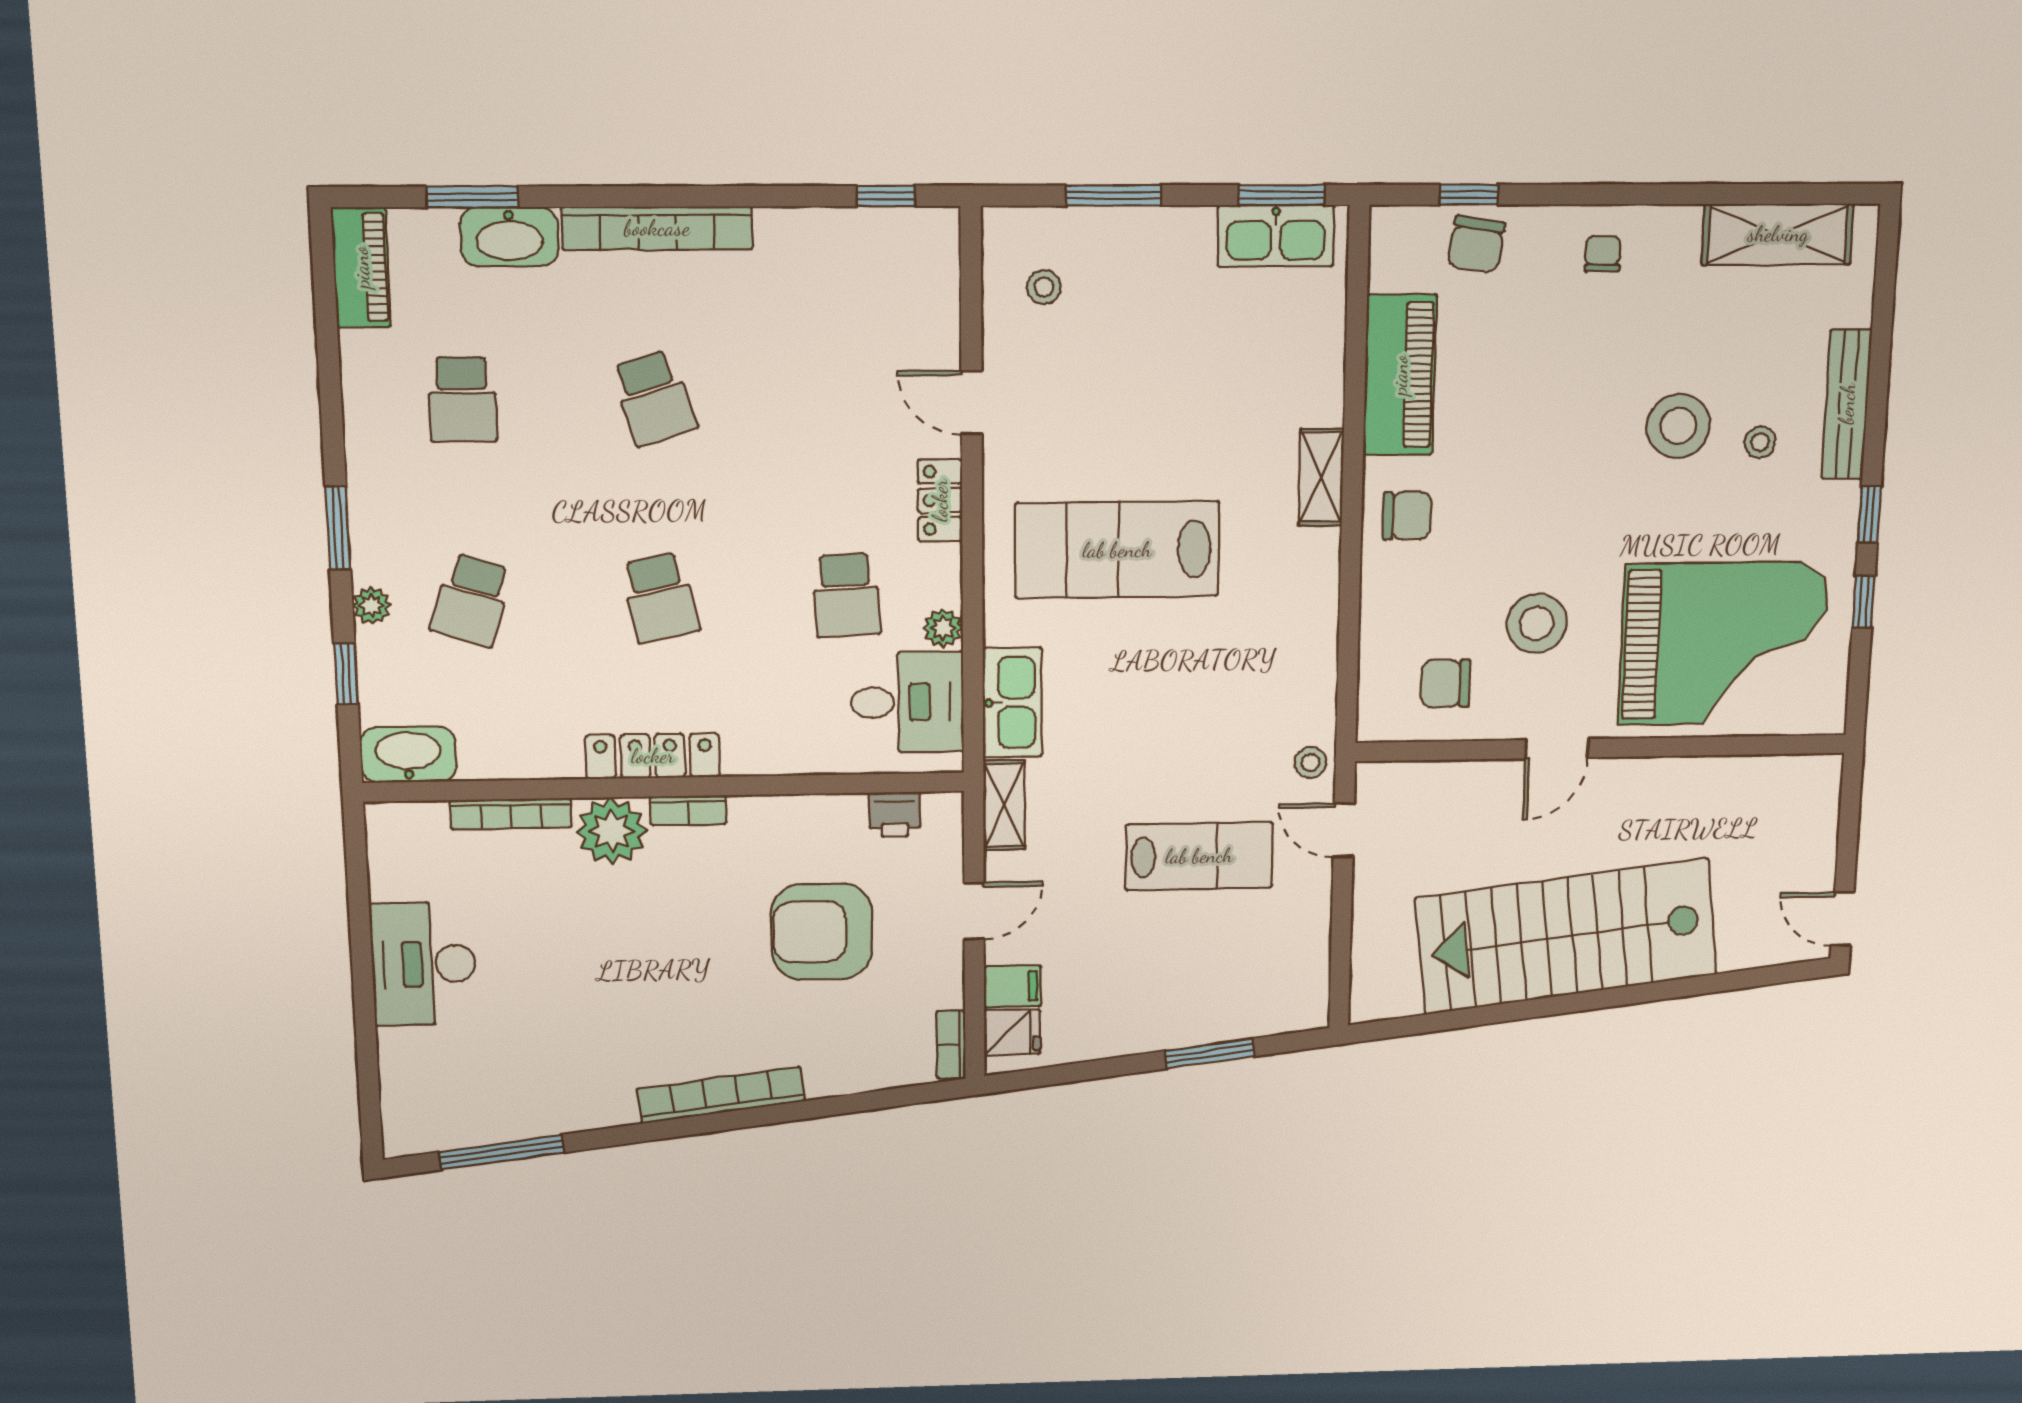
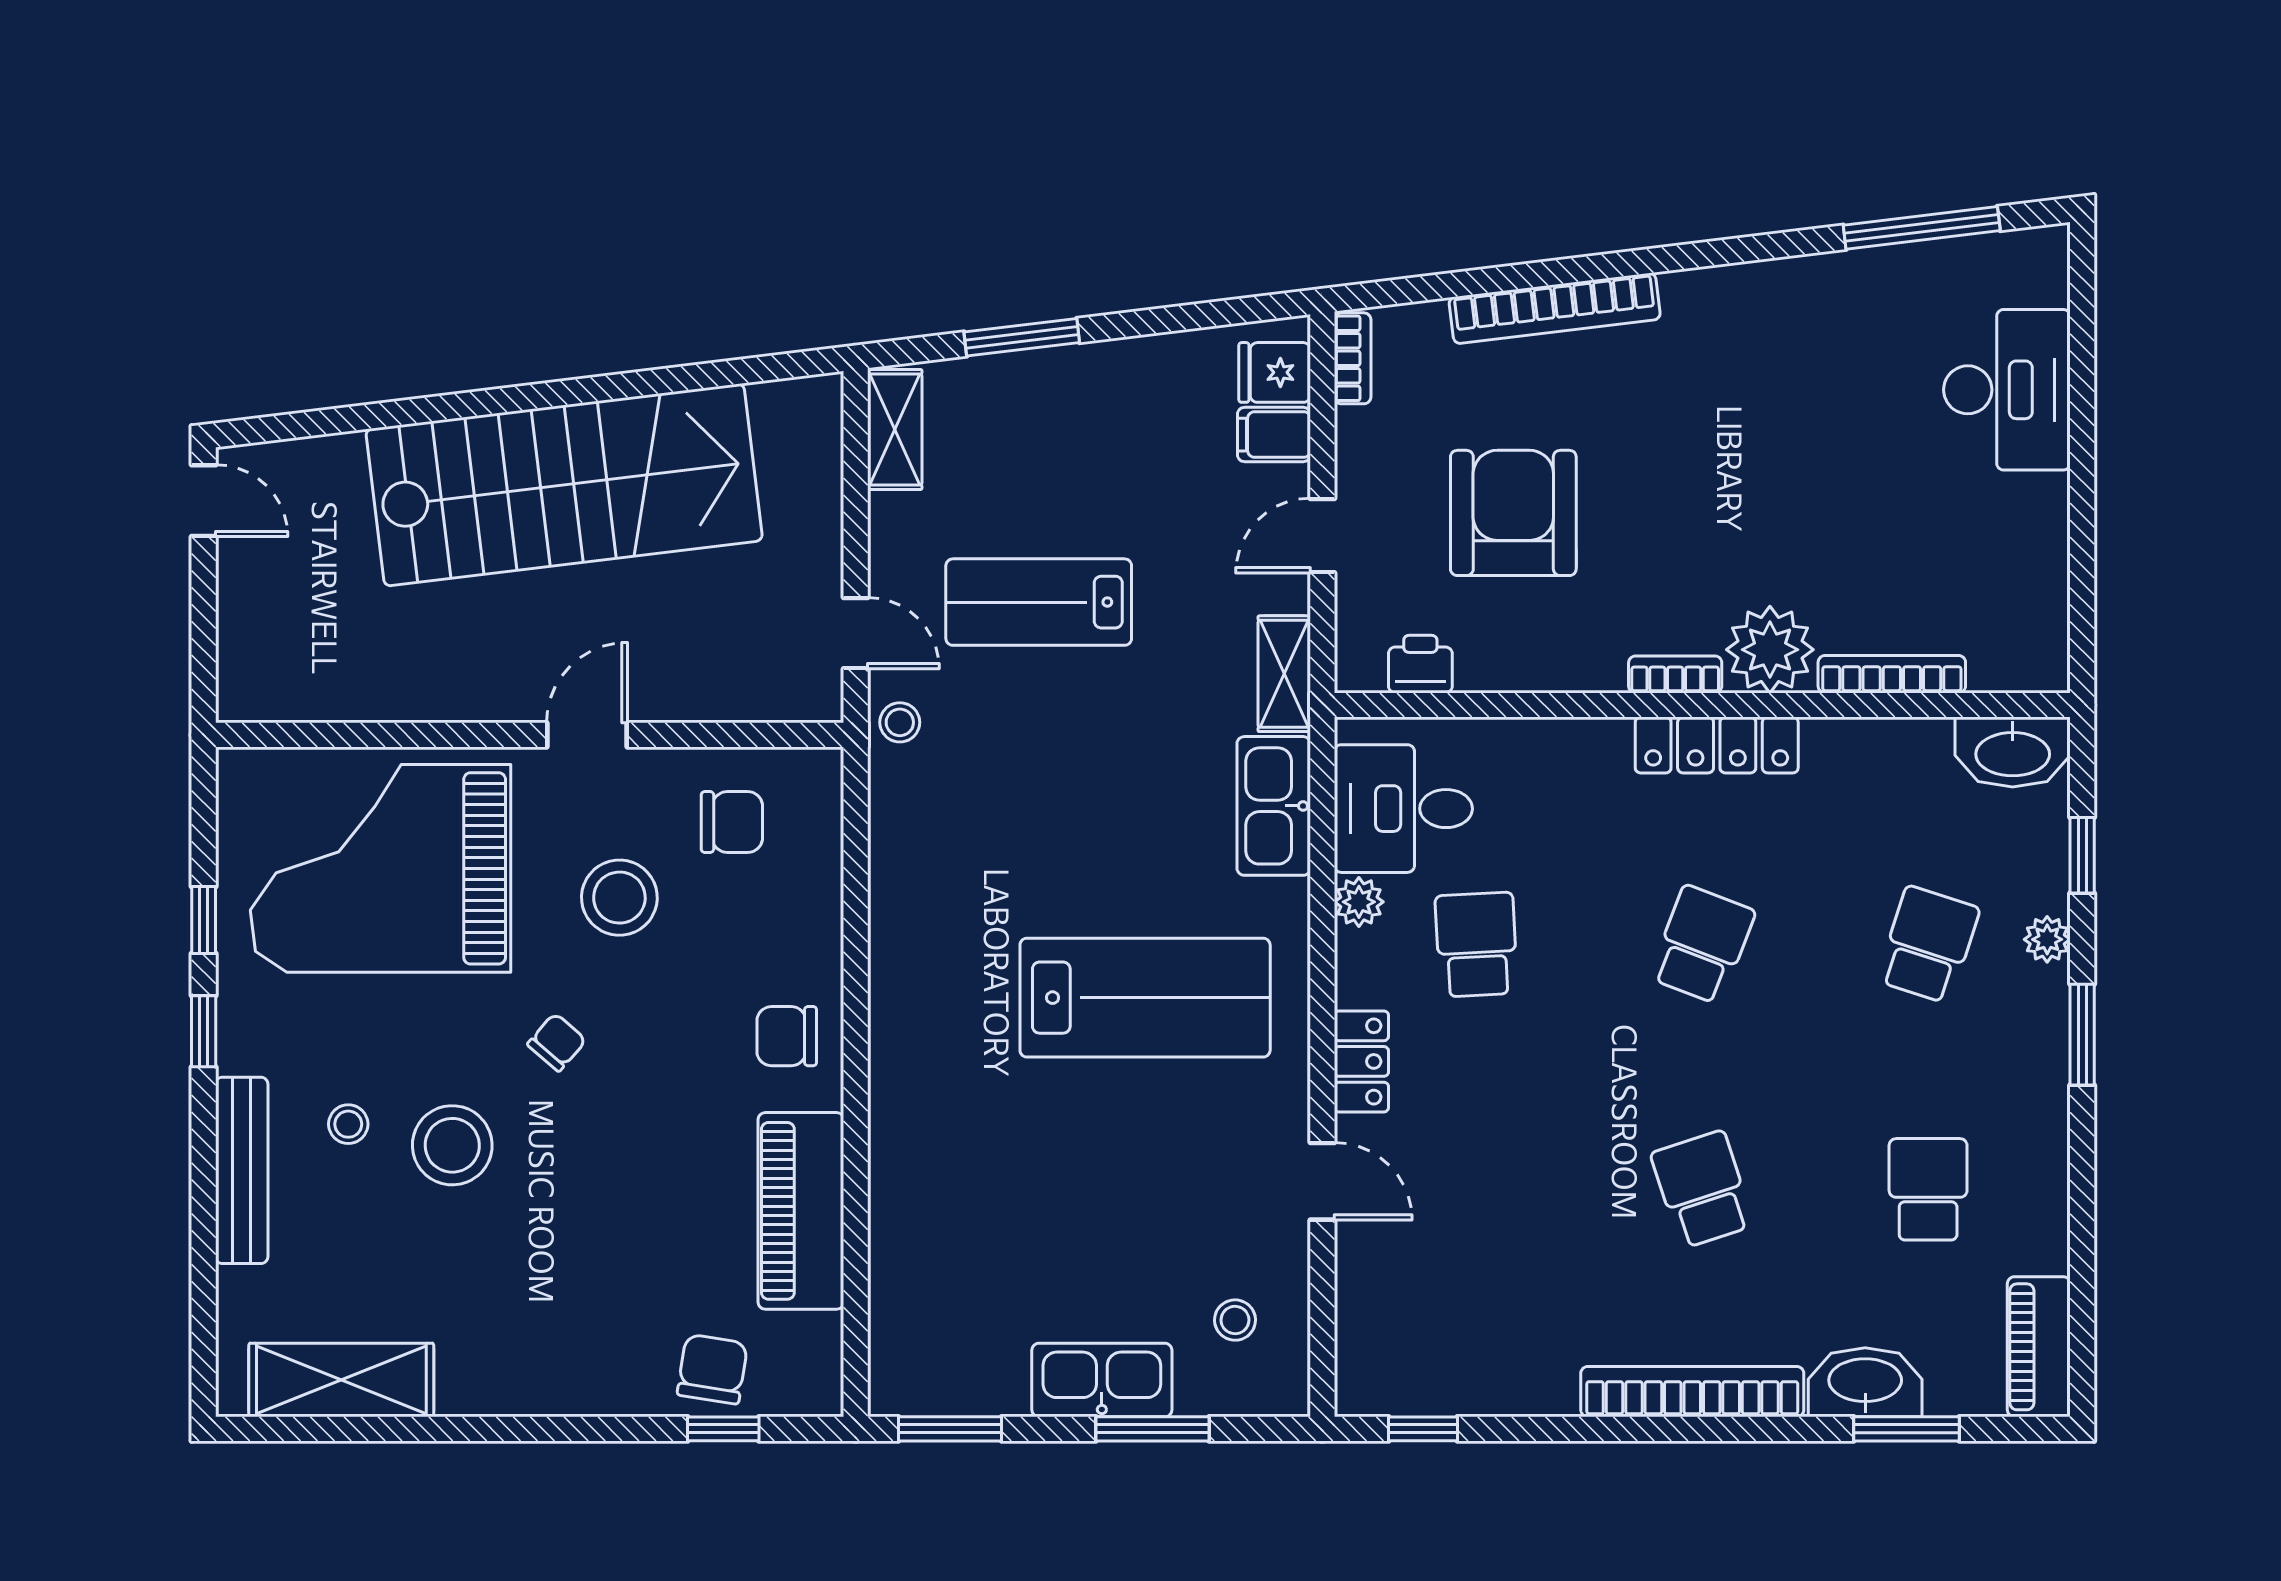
kitchen sink: (1276, 236) -> (1102, 1380), moved
chair: (1603, 254) -> (557, 1042), moved, turned -139
shelving: (1321, 477) -> (895, 429), moved
school desk: (660, 598) -> (1702, 945), turned 33
armchair: (822, 932) -> (1513, 513), turned -90
desk: (424, 964) -> (2007, 390), moved
bookcase: (721, 1095) -> (1555, 308), moved

